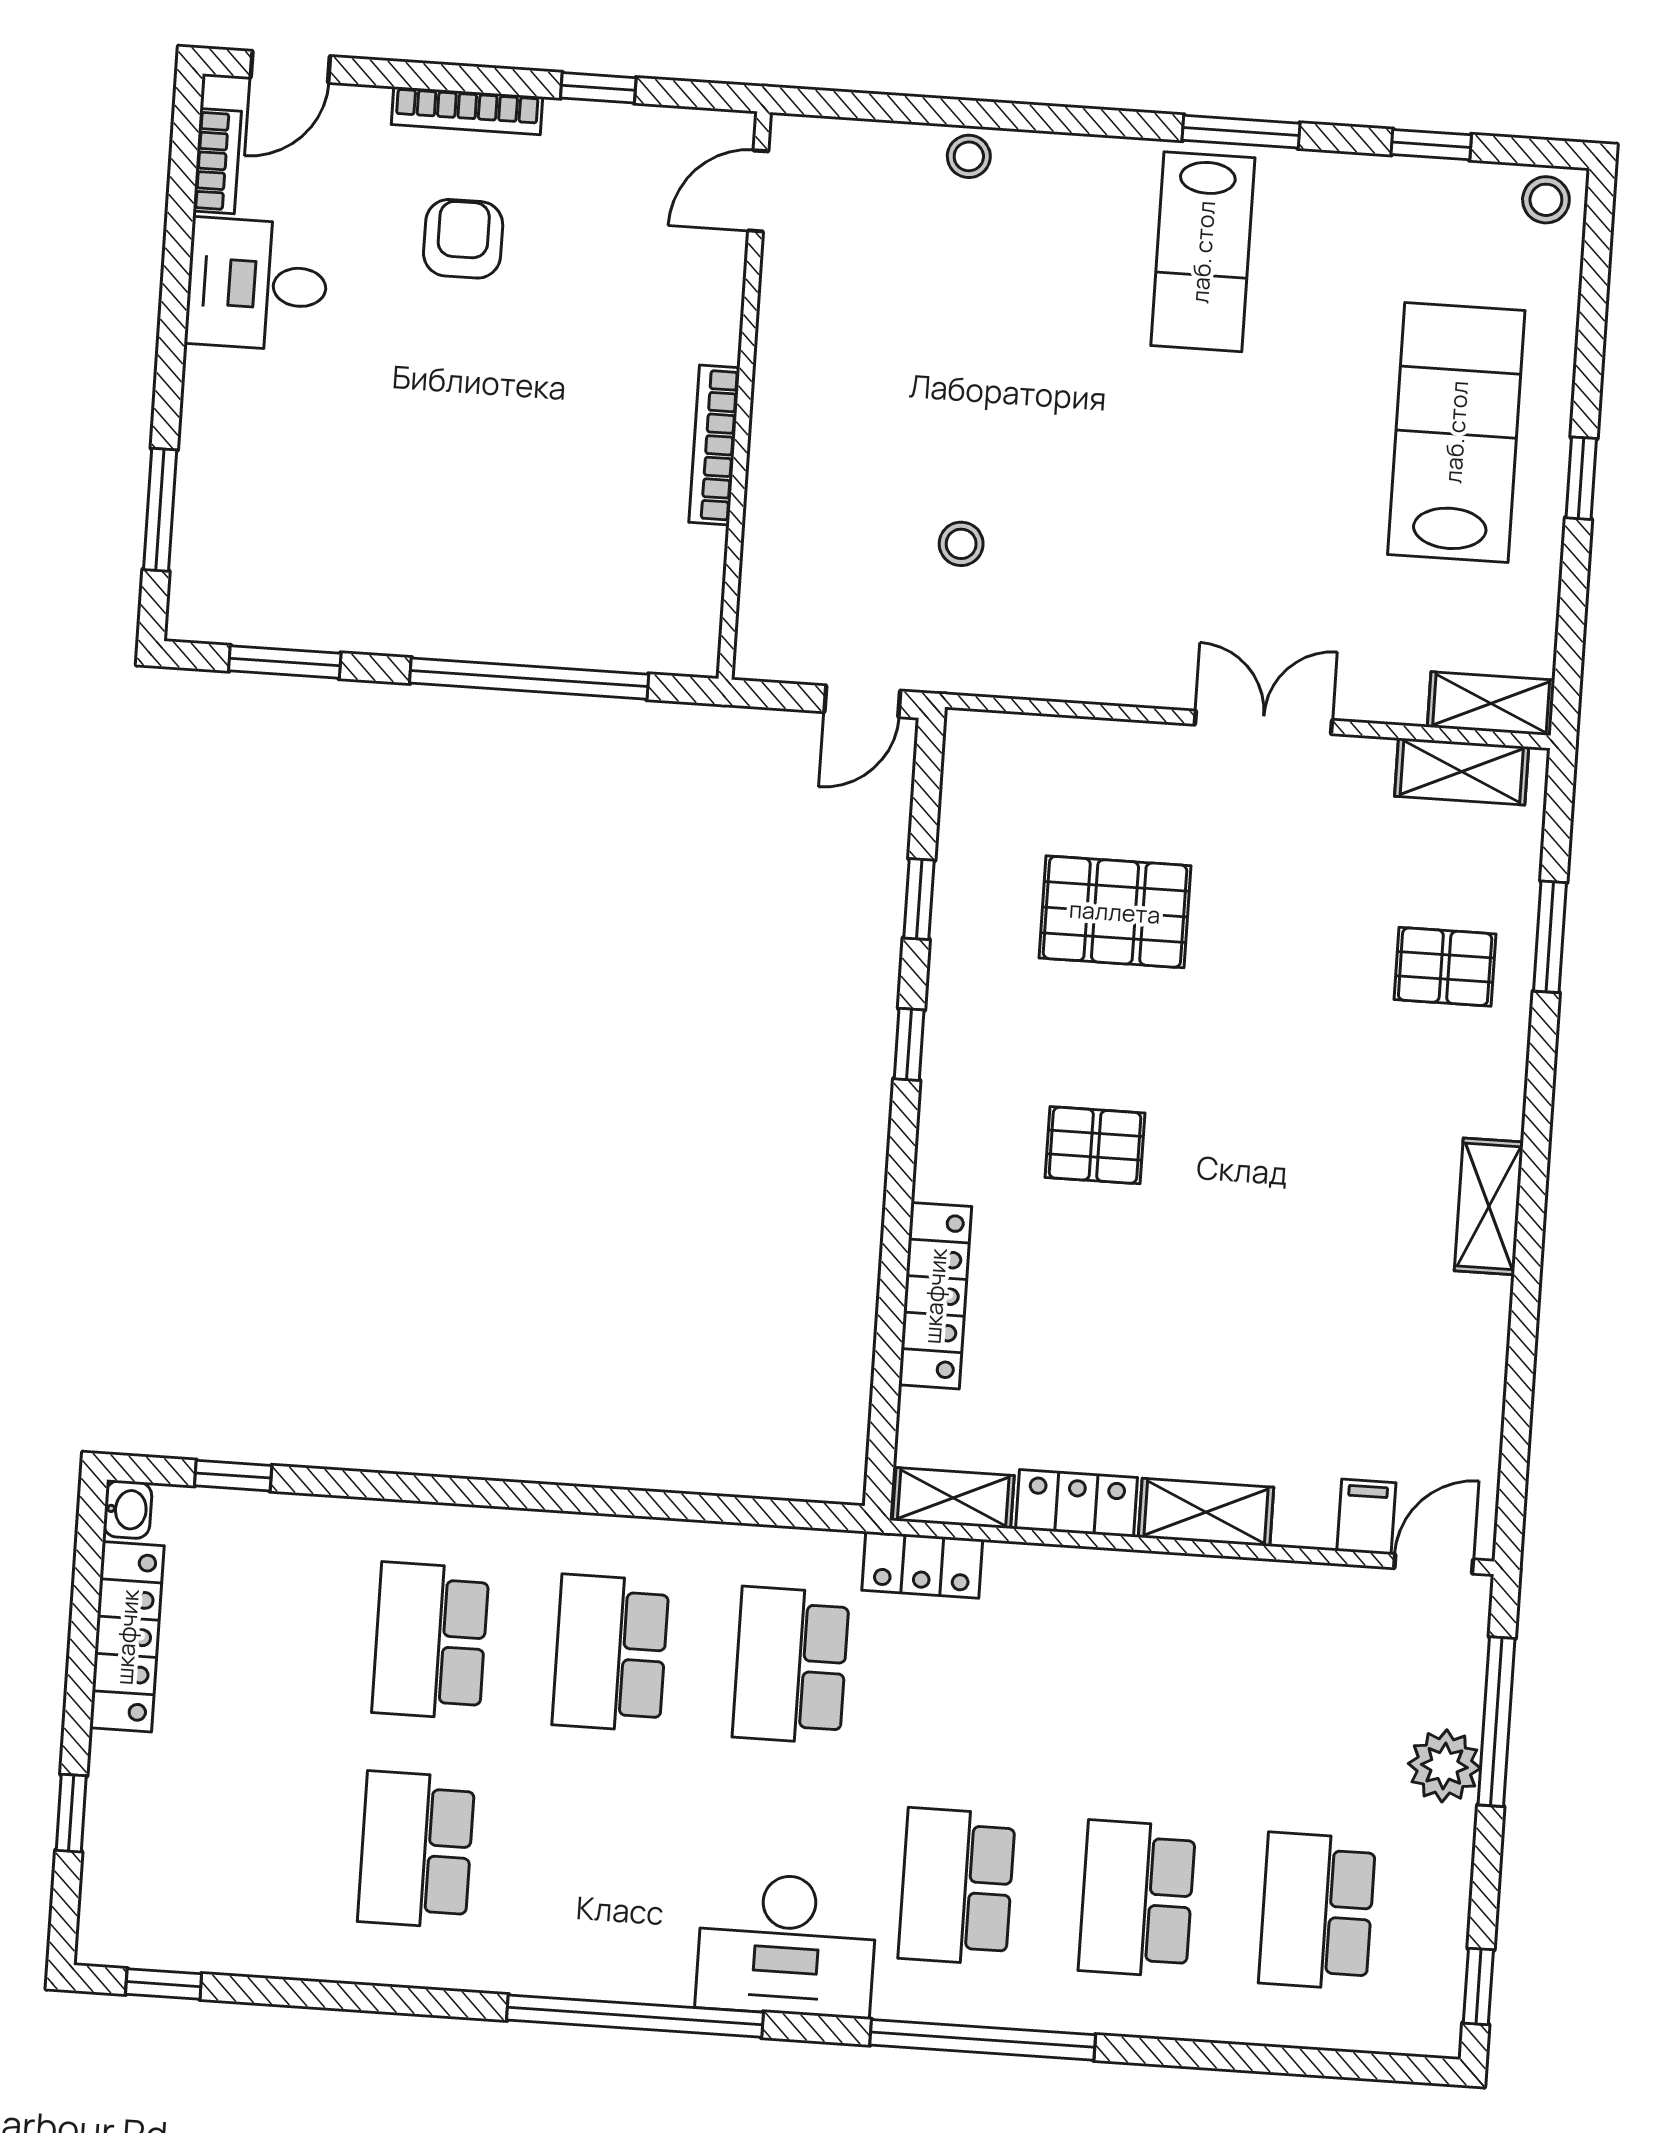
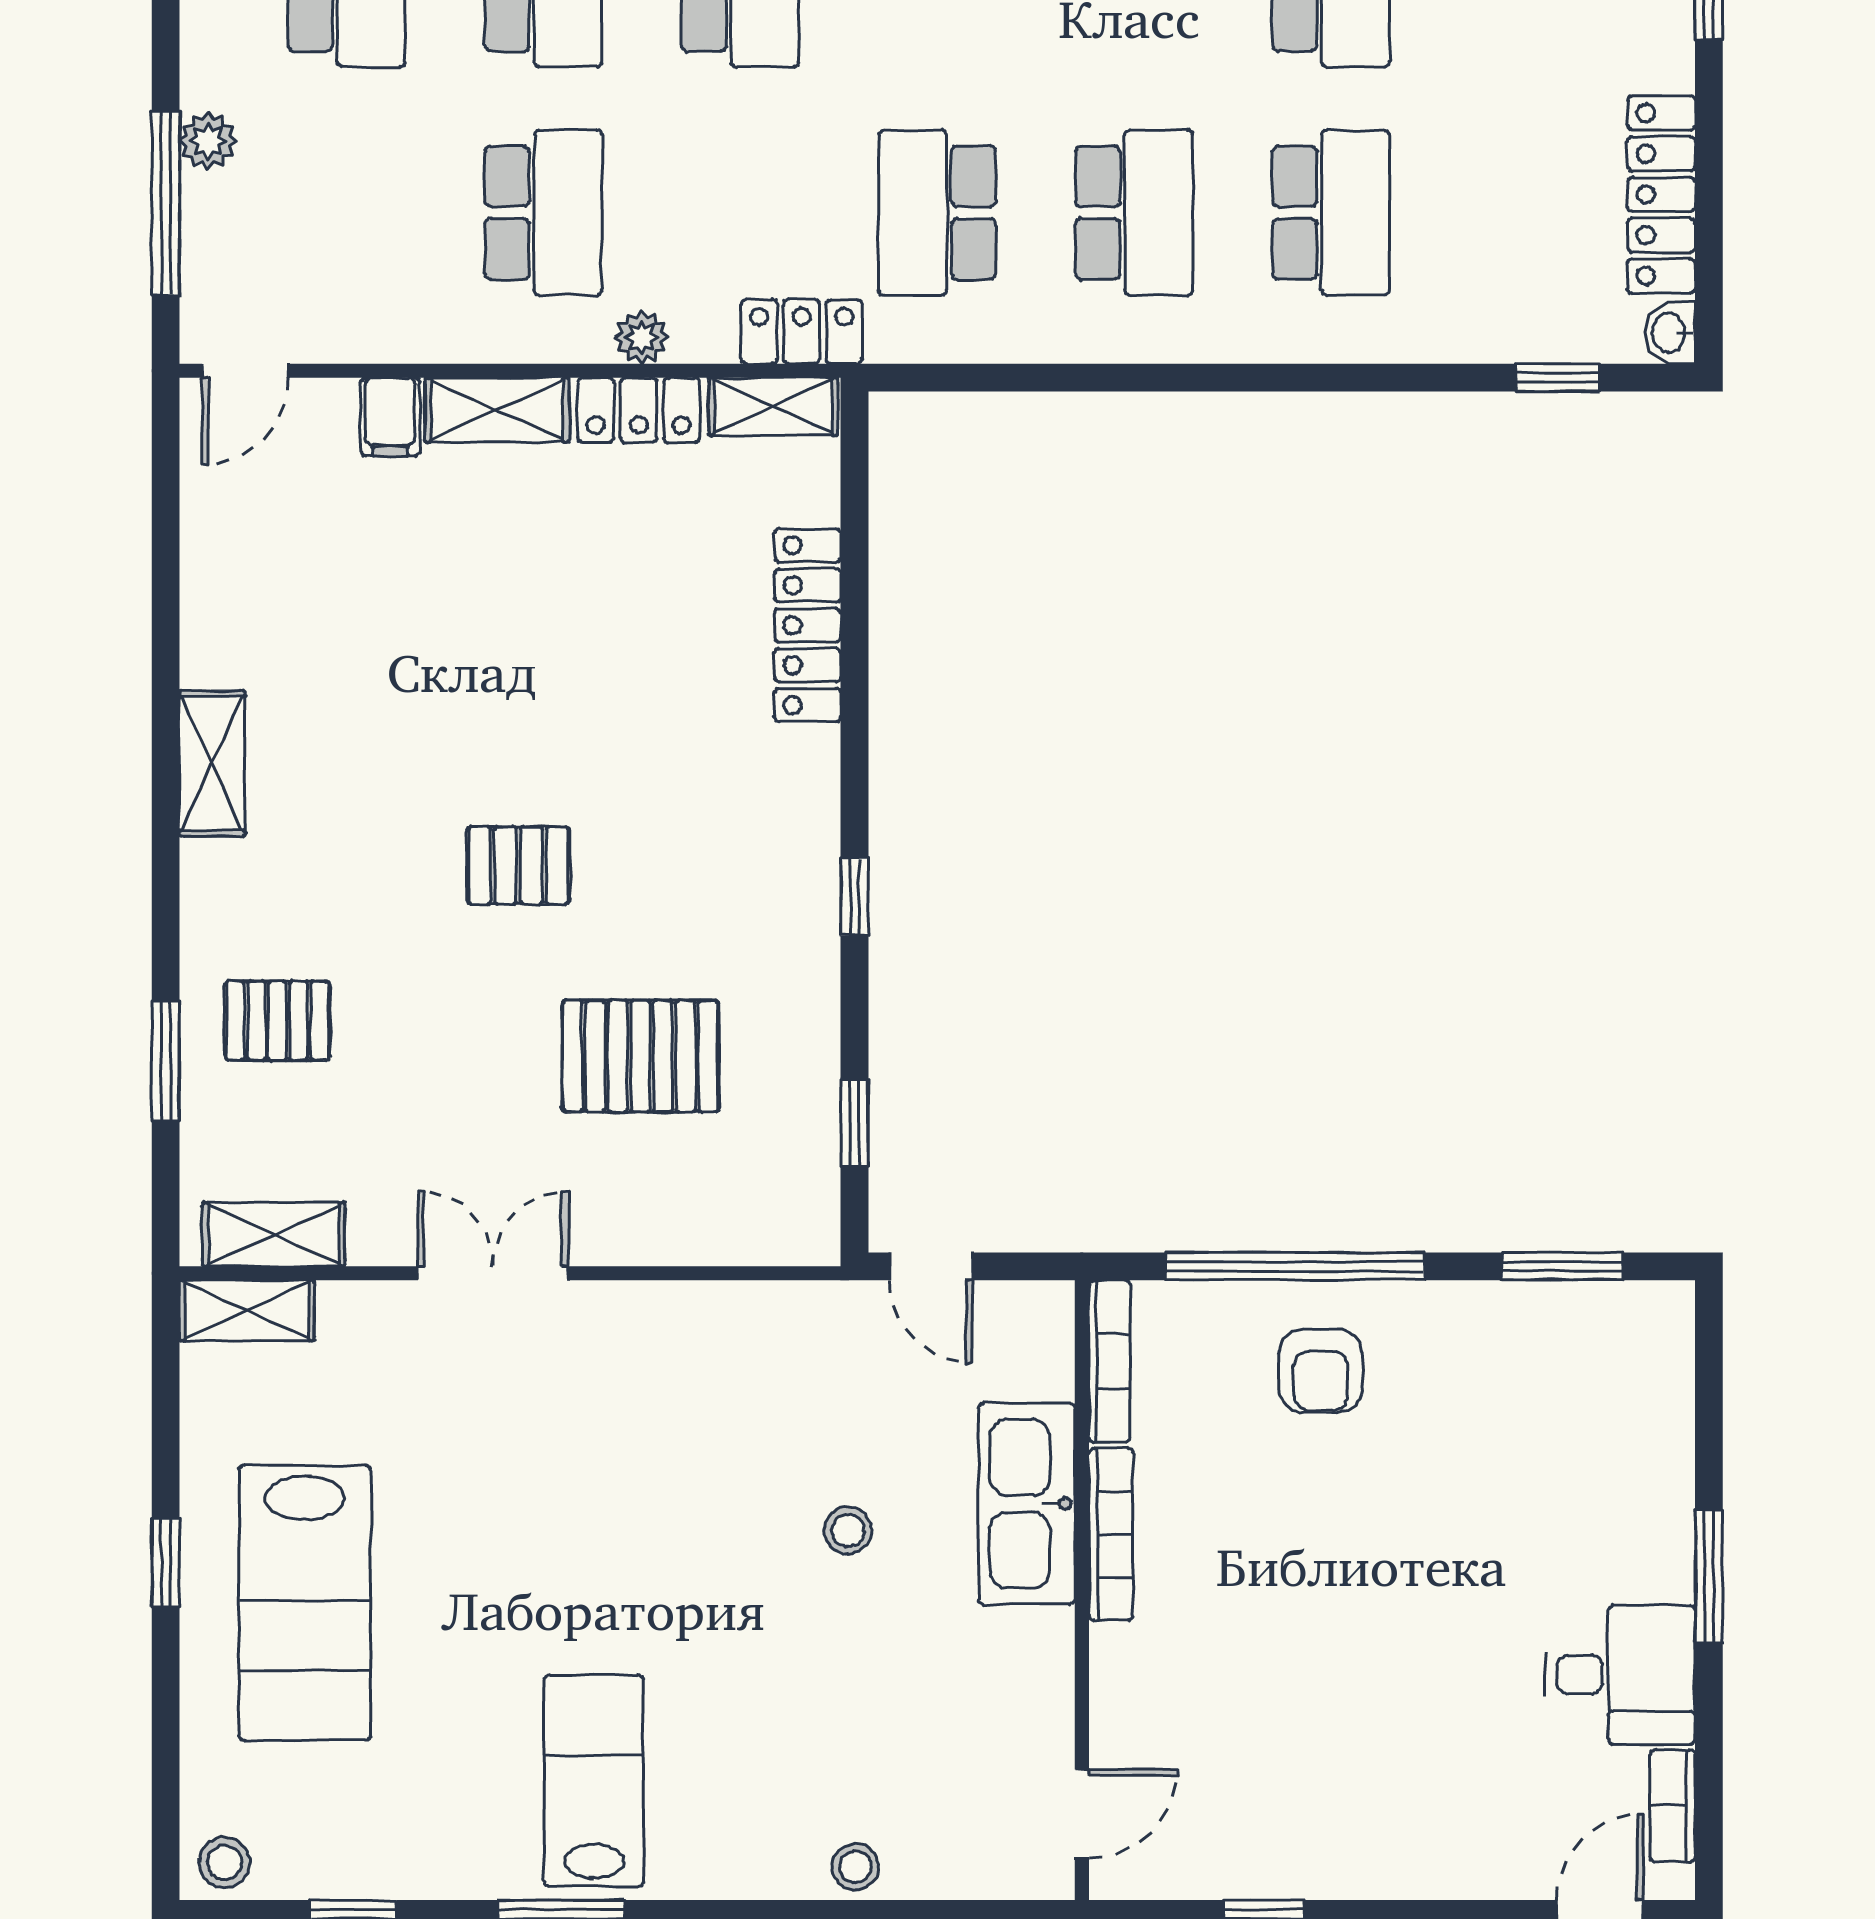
bookcase: (467, 111) -> (1110, 1361), moved, turned 90
armchair: (463, 239) -> (1321, 1371), moved
kitchen sink: (789, 478) -> (1027, 1504), added
window: (160, 510) -> (1709, 1576), moved
stool: (961, 544) -> (848, 1530), moved
door: (862, 701) -> (931, 1266), swing flipped
double door: (1263, 722) -> (493, 1273), swing flipped
window: (919, 899) -> (855, 1123), moved
pallet: (1095, 1145) -> (518, 865), moved
filing cabinet: (1366, 1517) -> (390, 417), moved
plant: (1069, 1570) -> (642, 337), added
school desk: (791, 1665) -> (937, 213), turned 180
school desk: (1151, 1690) -> (543, 213), added
plant: (1444, 1766) -> (208, 141), width x0.73, depth x0.73

